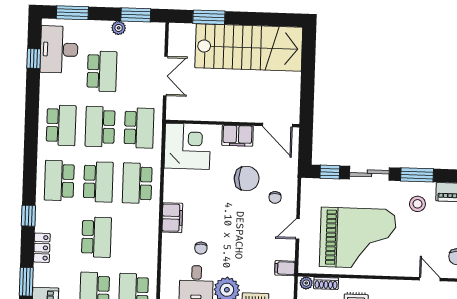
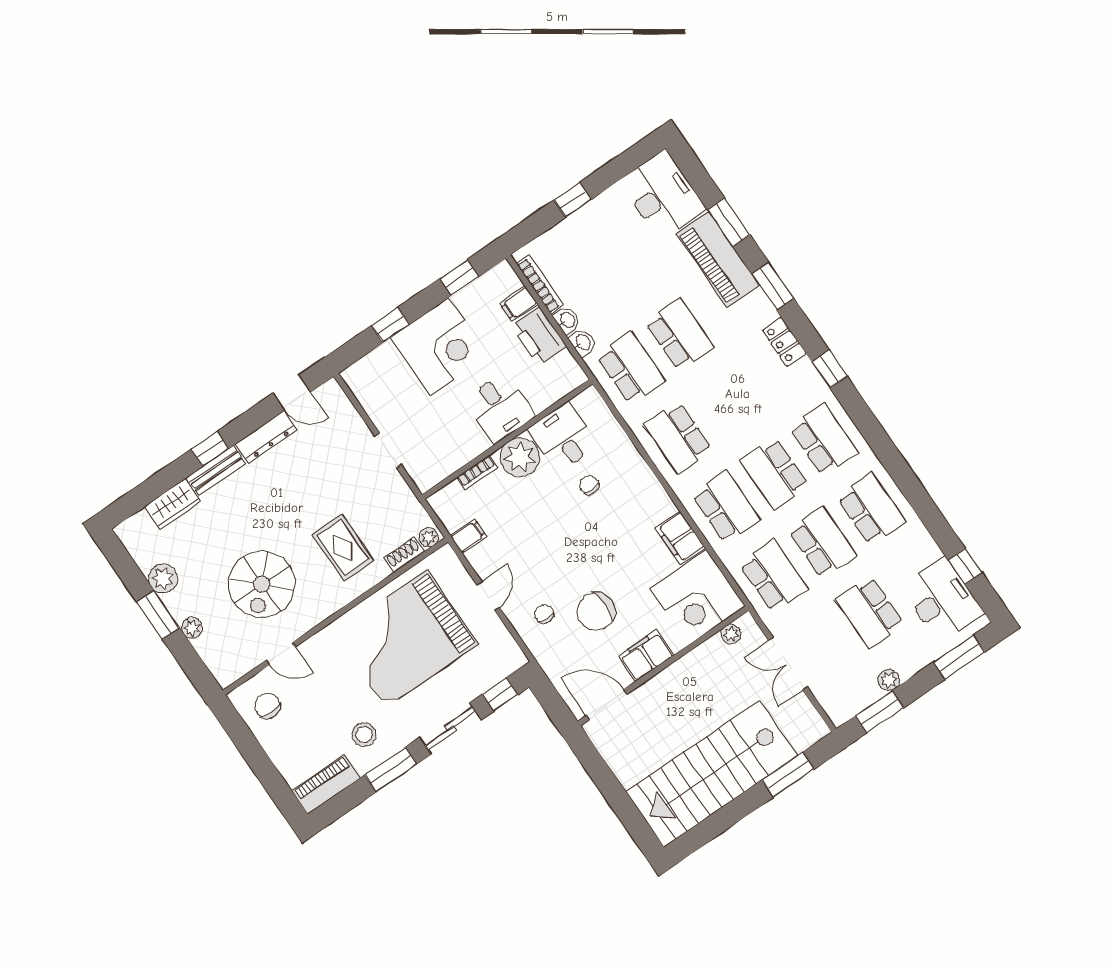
plant: (184, 114) -> (731, 634), added
school desk: (61, 125) -> (871, 509), turned 180
school desk: (139, 128) -> (773, 576), turned 180
filing cabinet: (172, 218) -> (680, 538), moved
school desk: (96, 237) -> (678, 438), moved

